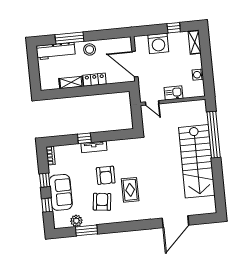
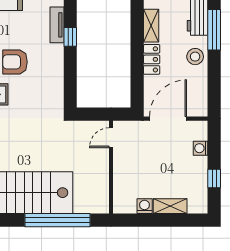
shelving: (195, 42) -> (170, 206), moved
washing machine: (158, 43) -> (201, 148), width x0.53, depth x0.53
kitchen sink: (173, 93) -> (122, 169), removed
tv unit: (94, 147) -> (57, 25), moved

